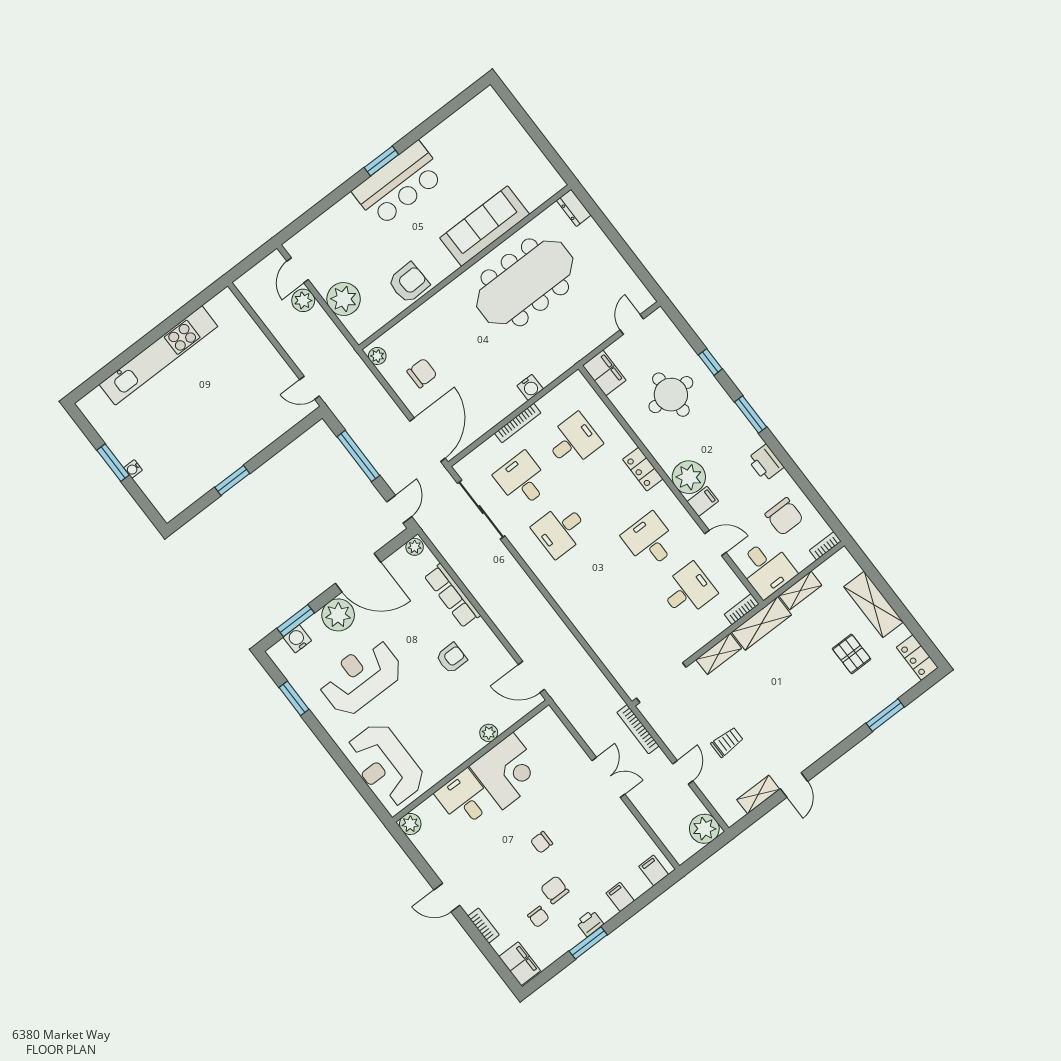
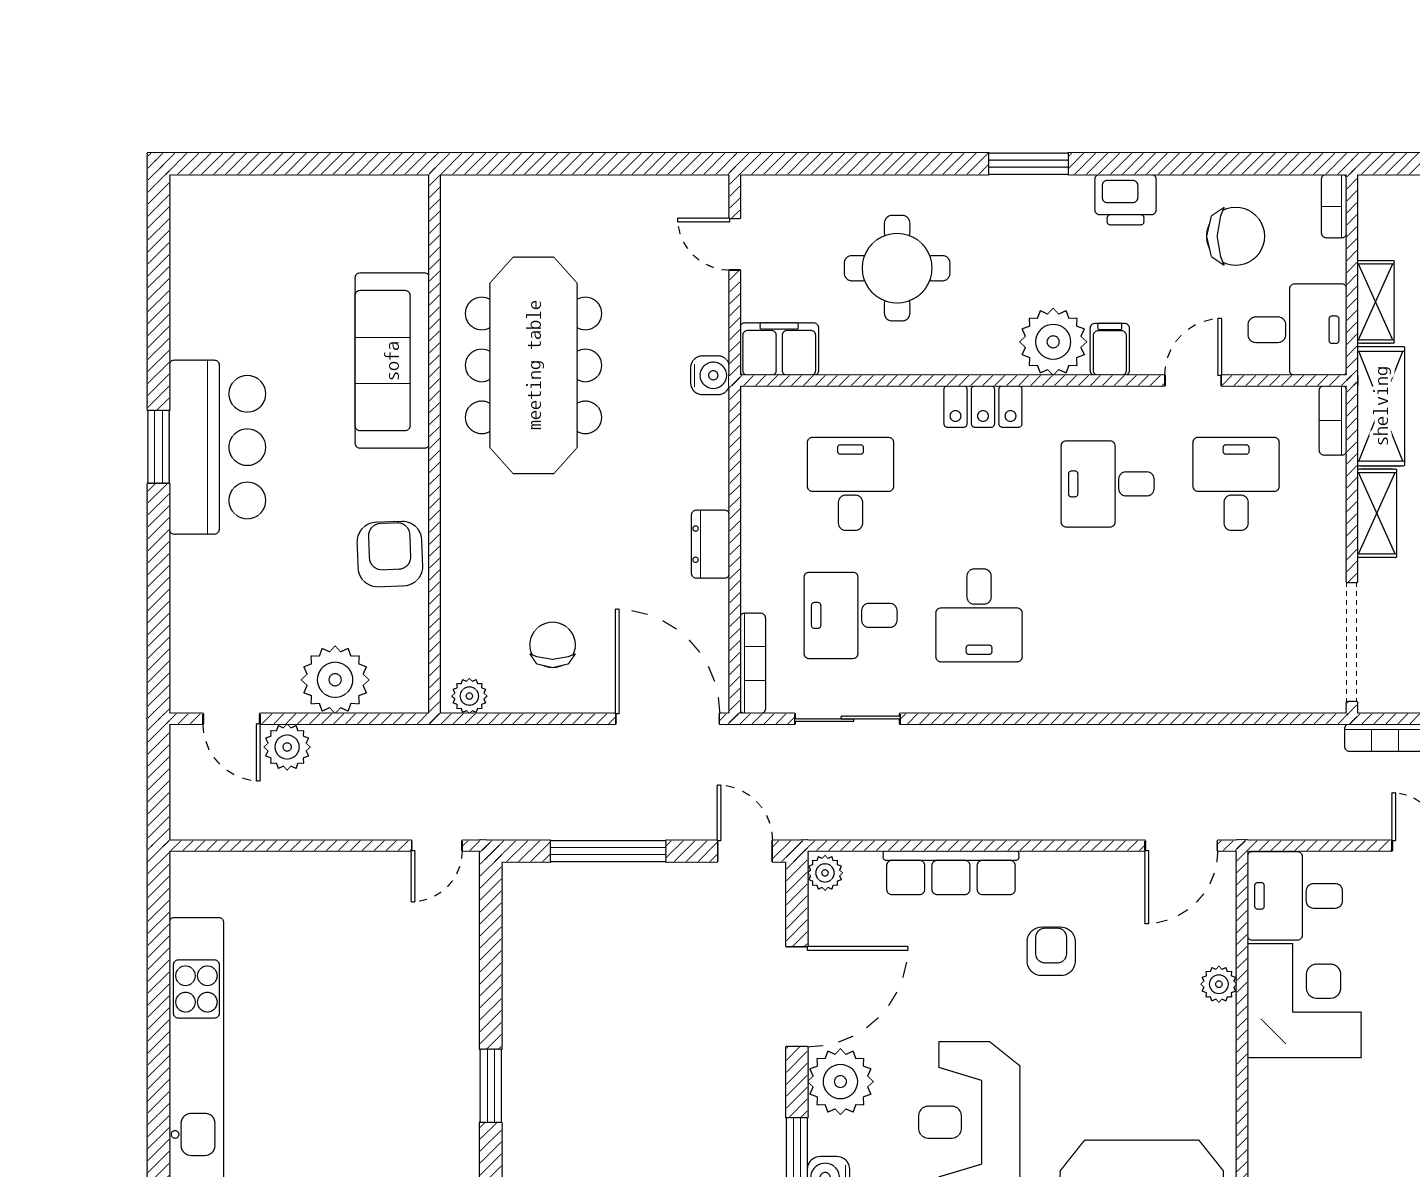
dresser: (574, 208) -> (711, 544), moved, turned 90
window: (710, 362) -> (893, 164), removed
water cooler: (530, 387) -> (710, 375), moved
bookcase: (518, 423) -> (753, 663), moved
sliding door: (481, 510) -> (847, 719), width x0.73
desk: (464, 798) -> (1295, 896), moved

